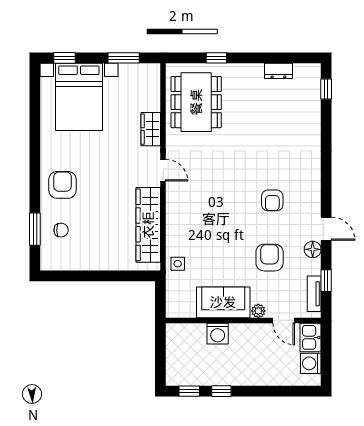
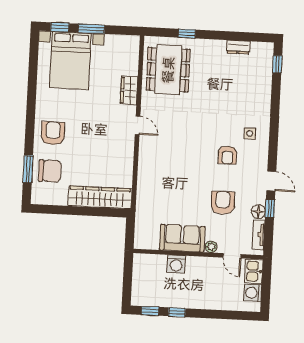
window: (124, 58) -> (91, 29), moved
wardrobe: (148, 225) -> (100, 197), moved, turned 90
chair: (61, 230) -> (50, 171), width x1.87, depth x1.87
floor lamp: (313, 249) -> (258, 212), moved
side table: (178, 264) -> (250, 133), moved
window: (326, 281) -> (270, 208), moved

